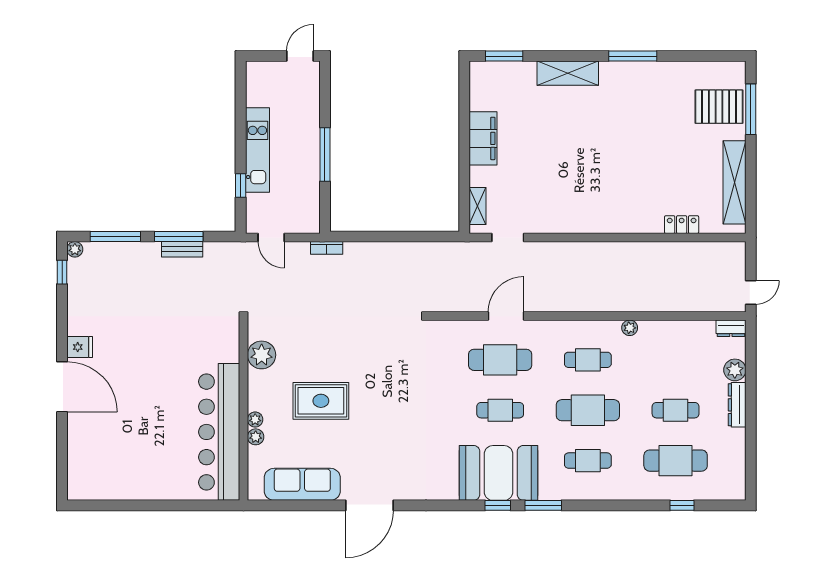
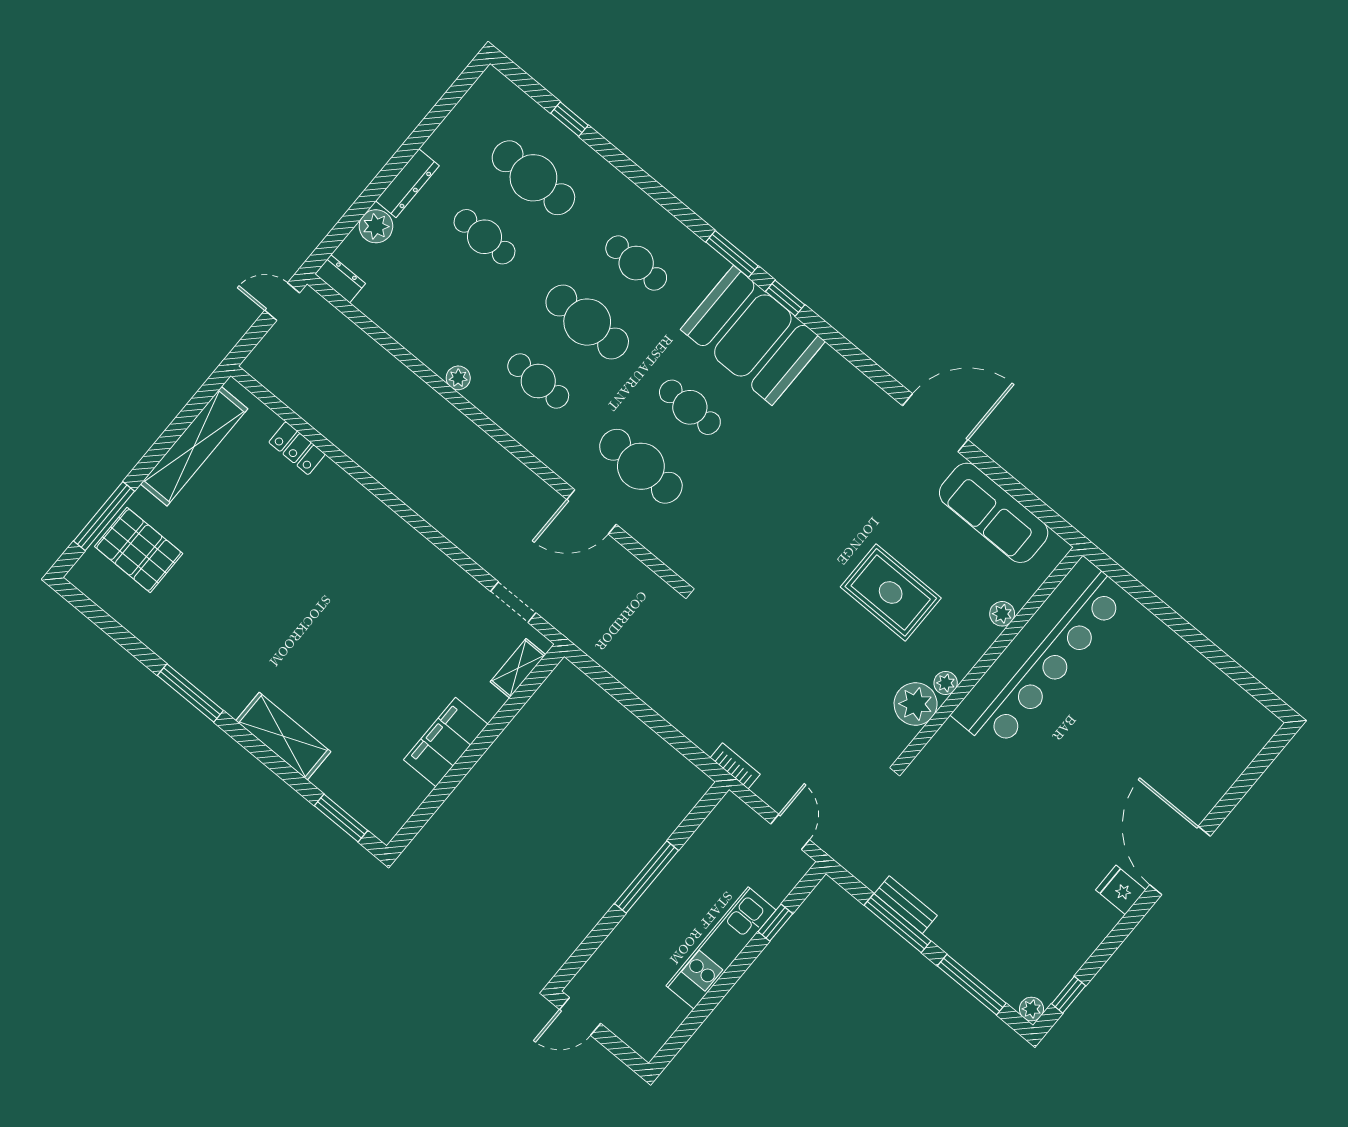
plant: (255, 420) -> (946, 683), moved

